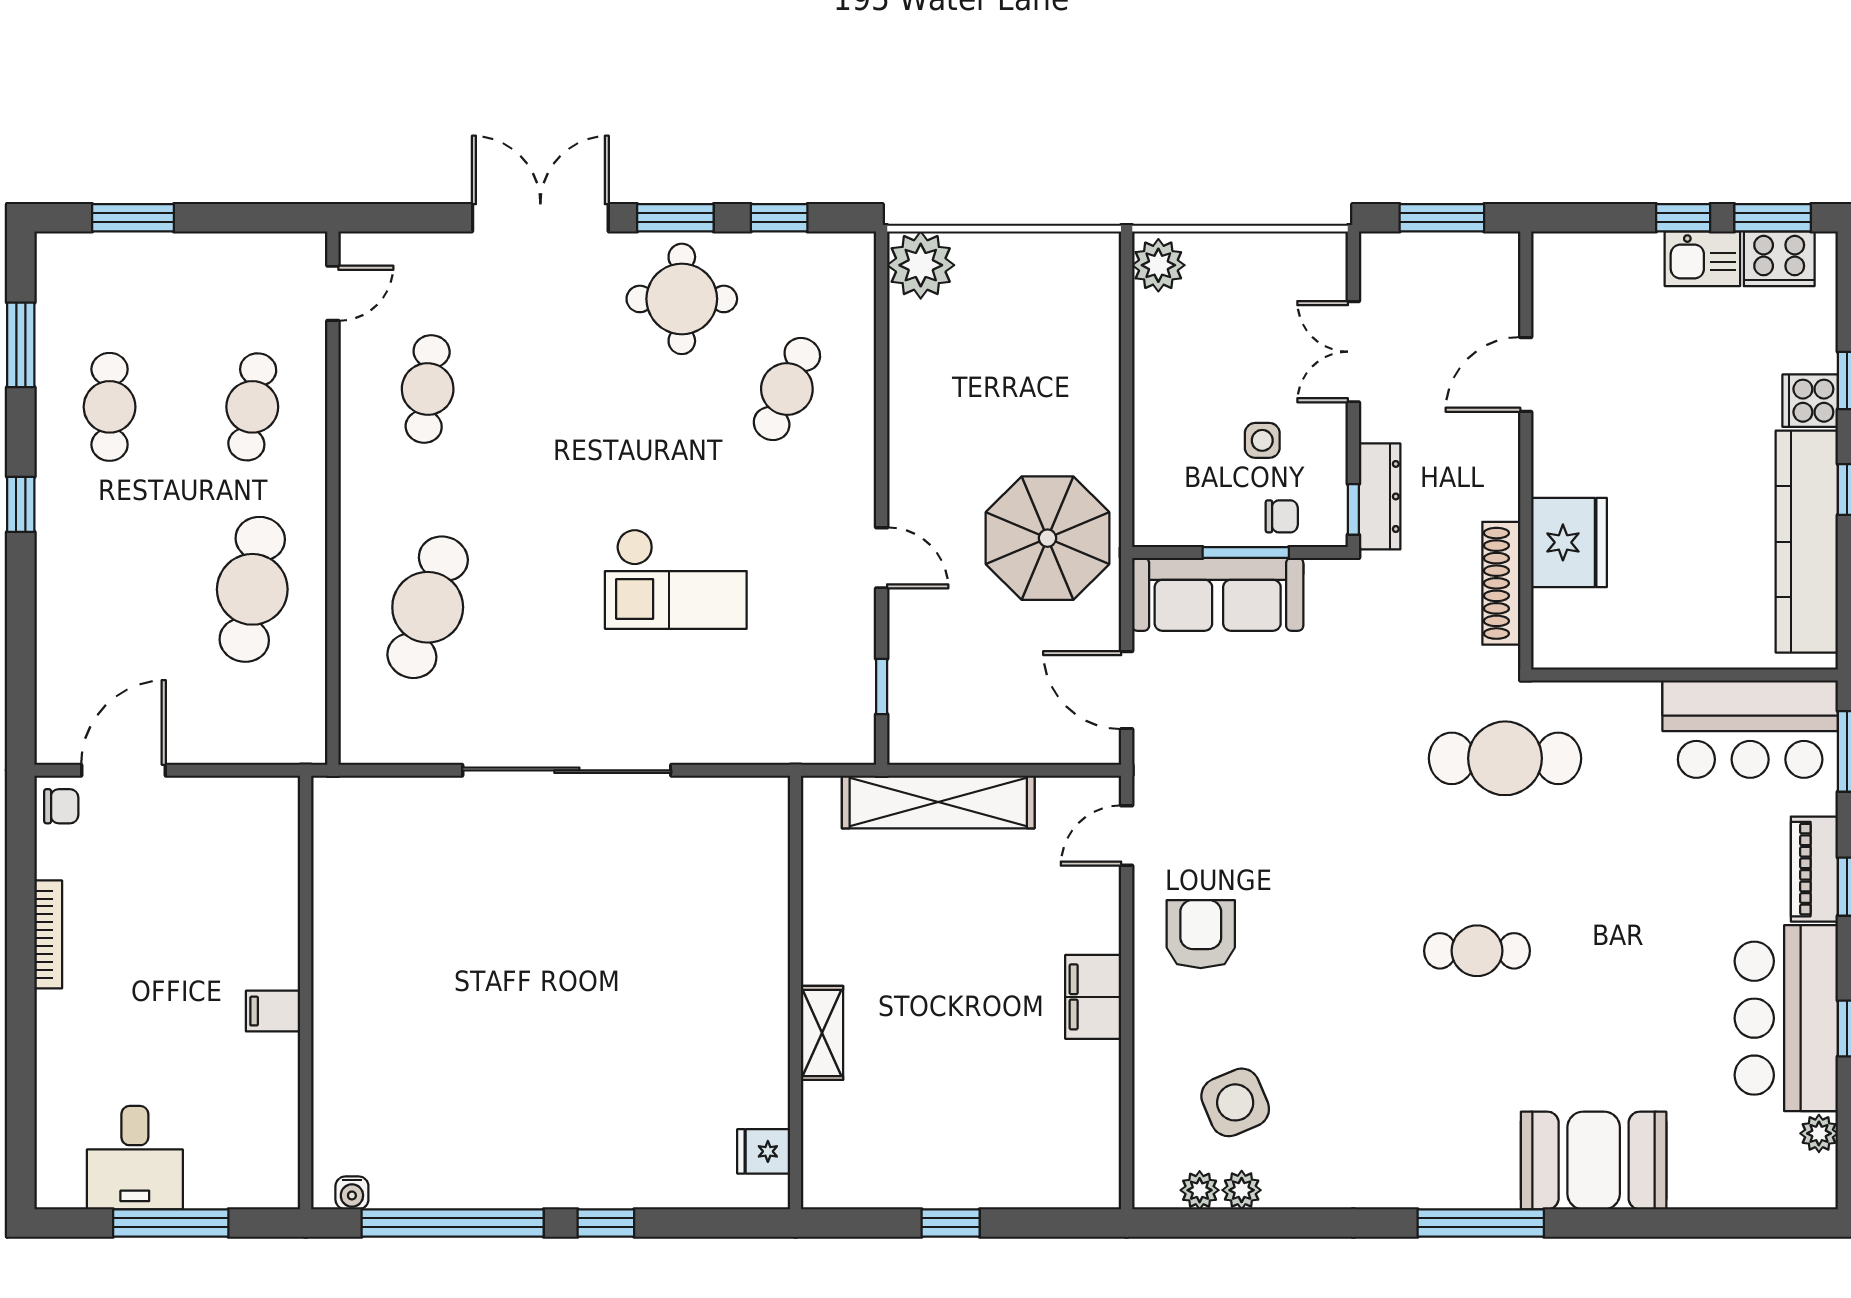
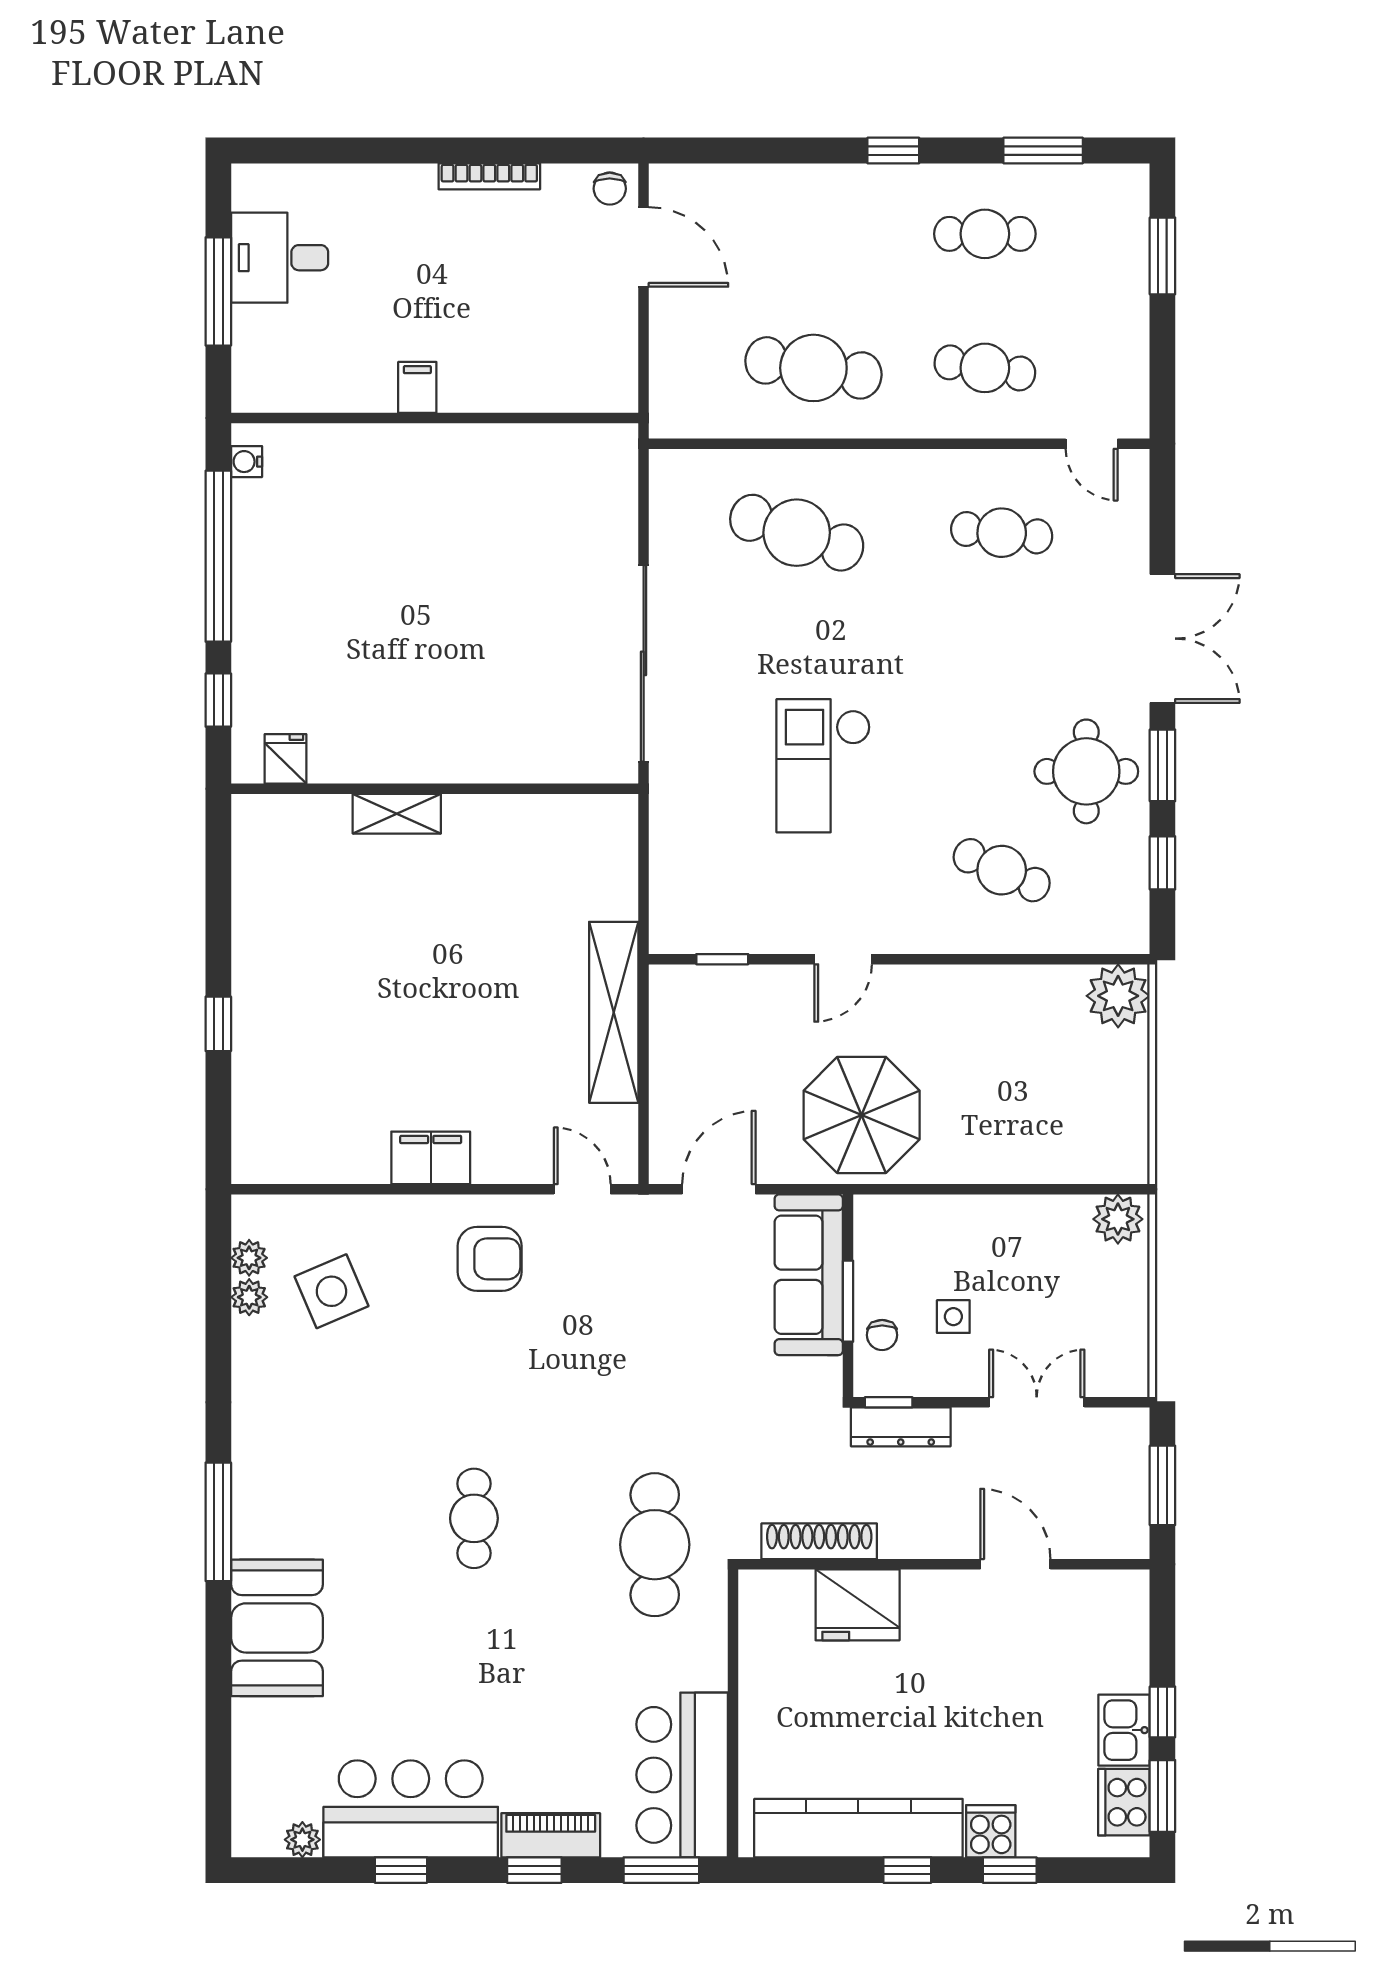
wall: (795, 993) -> (435, 789), moved
shelving: (822, 1033) -> (397, 814), moved
fridge: (764, 1151) -> (286, 759), moved

